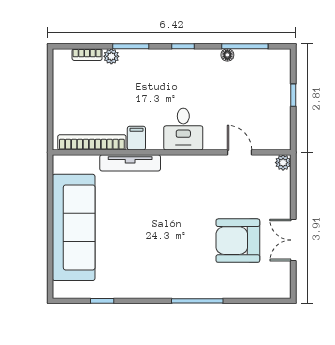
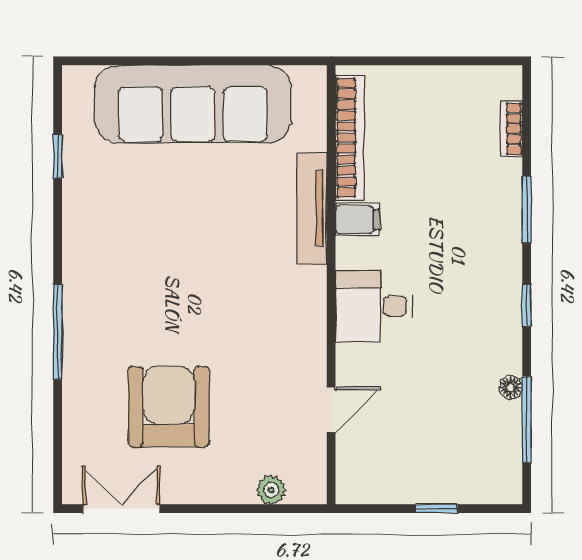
plant: (111, 56) -> (508, 173), removed
plant: (283, 163) -> (271, 490), moved
double door: (293, 240) -> (121, 509), moved

